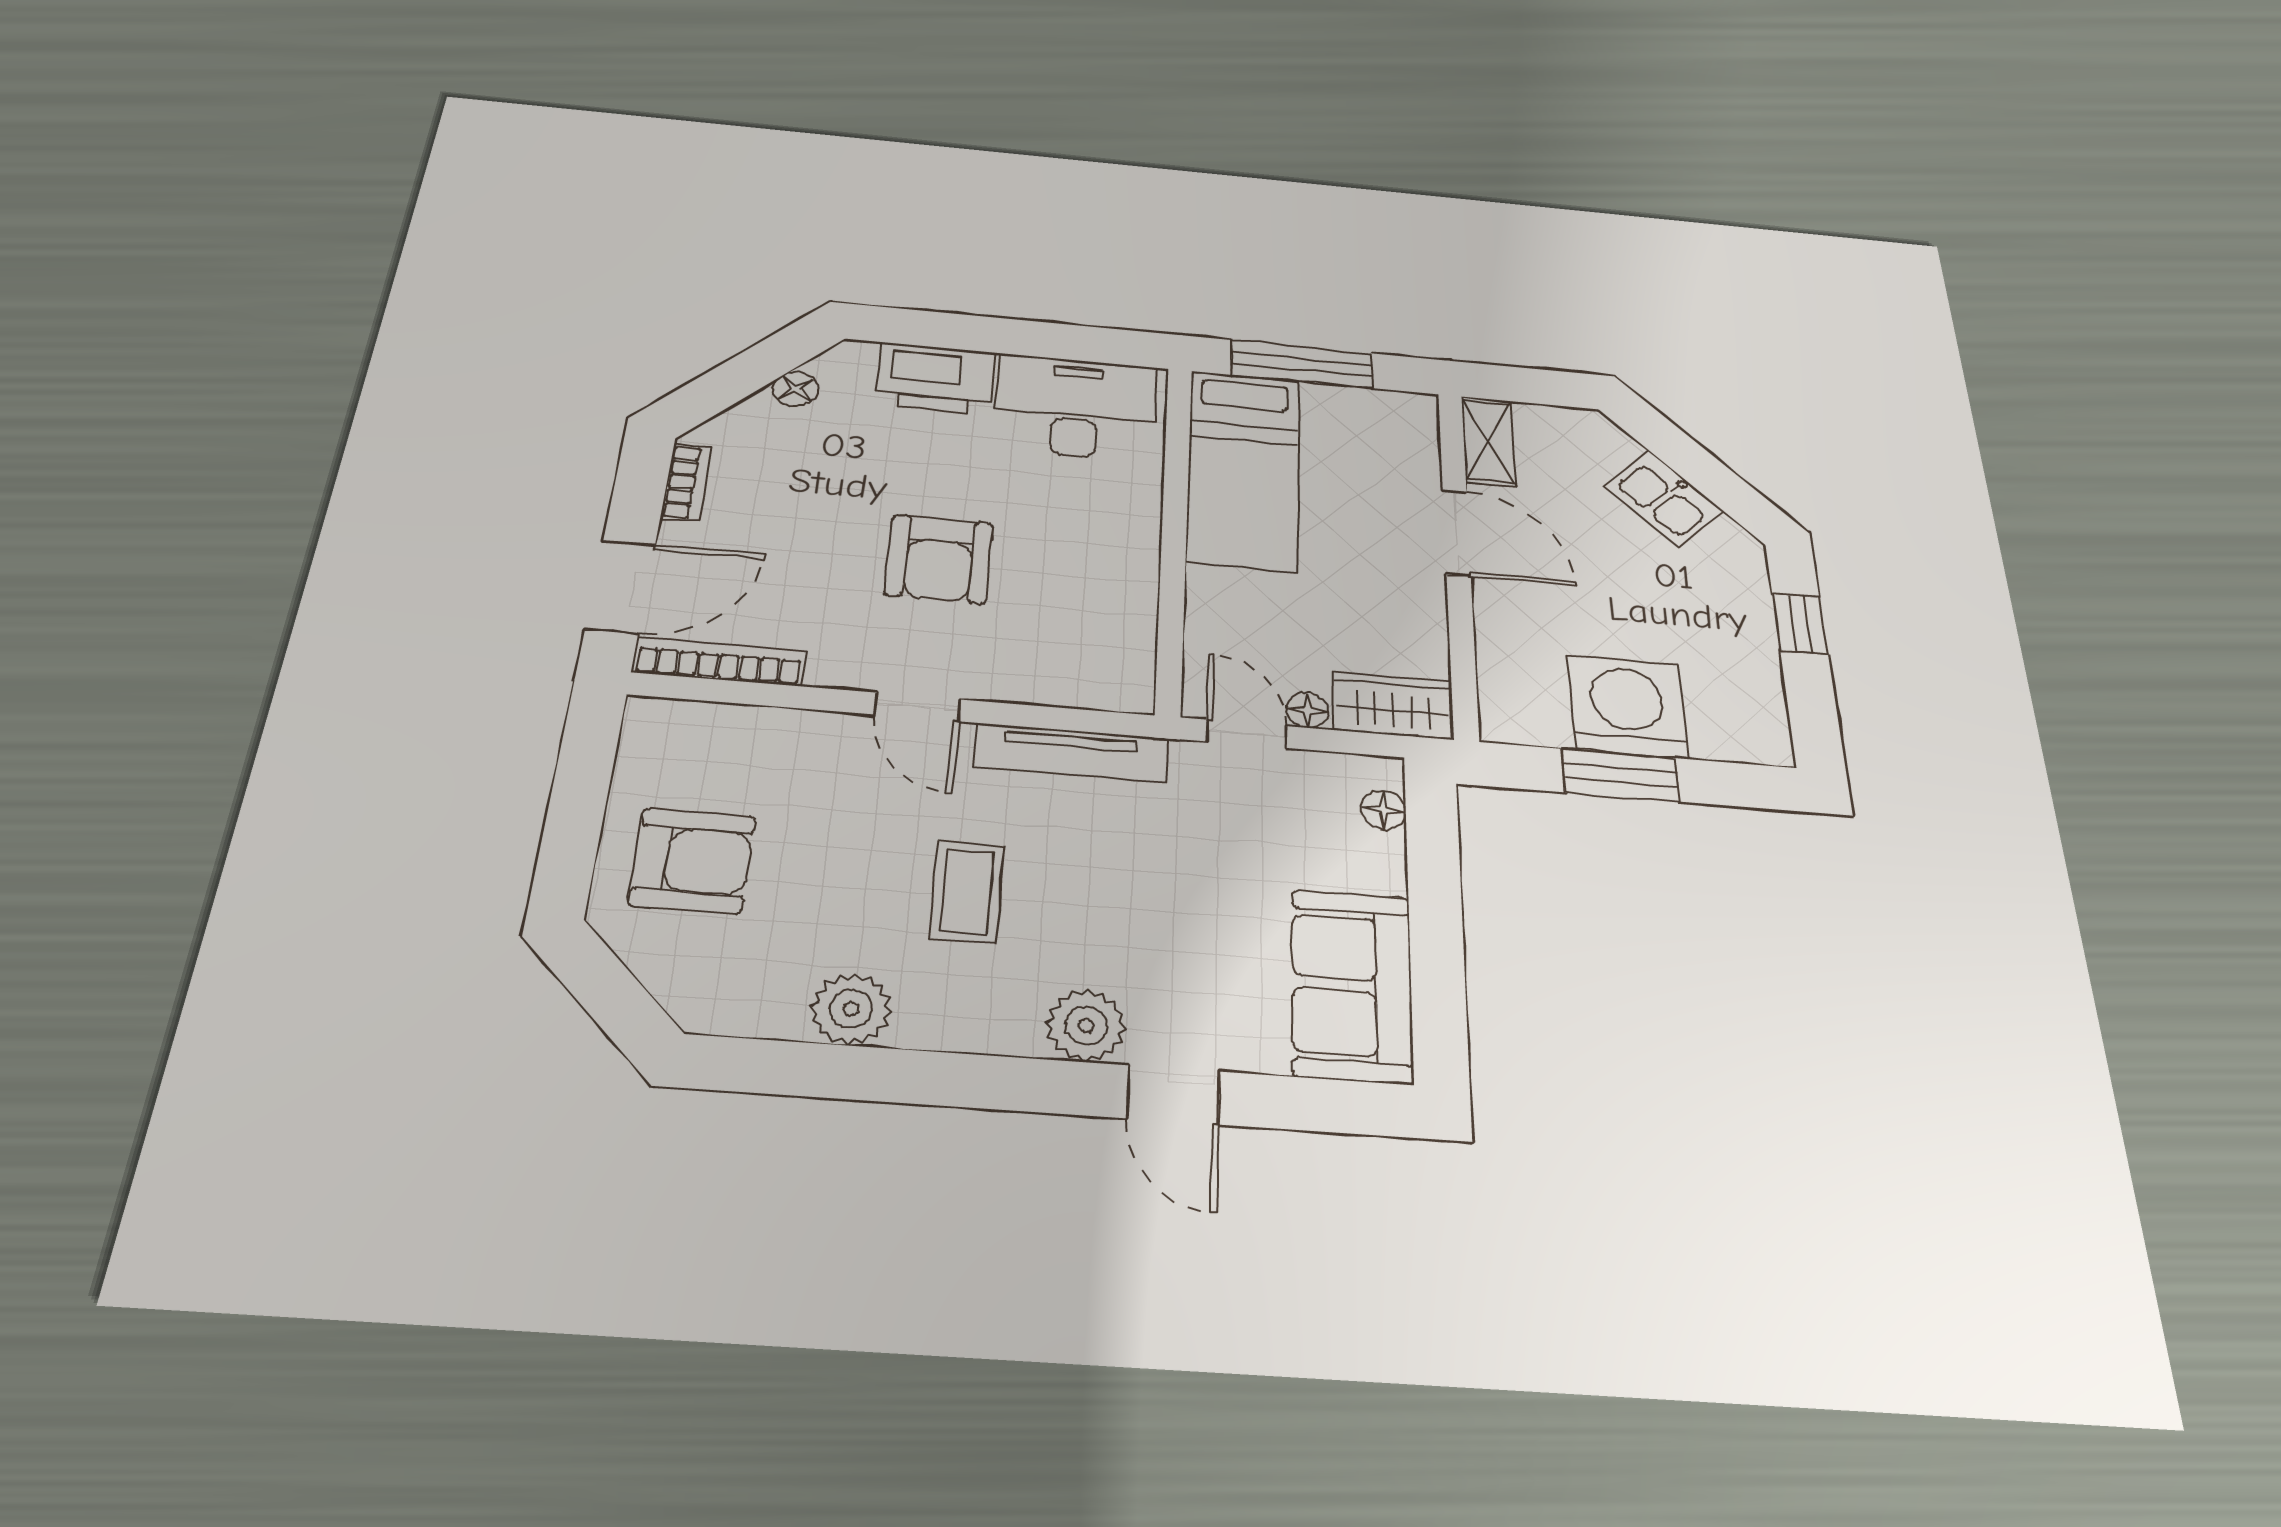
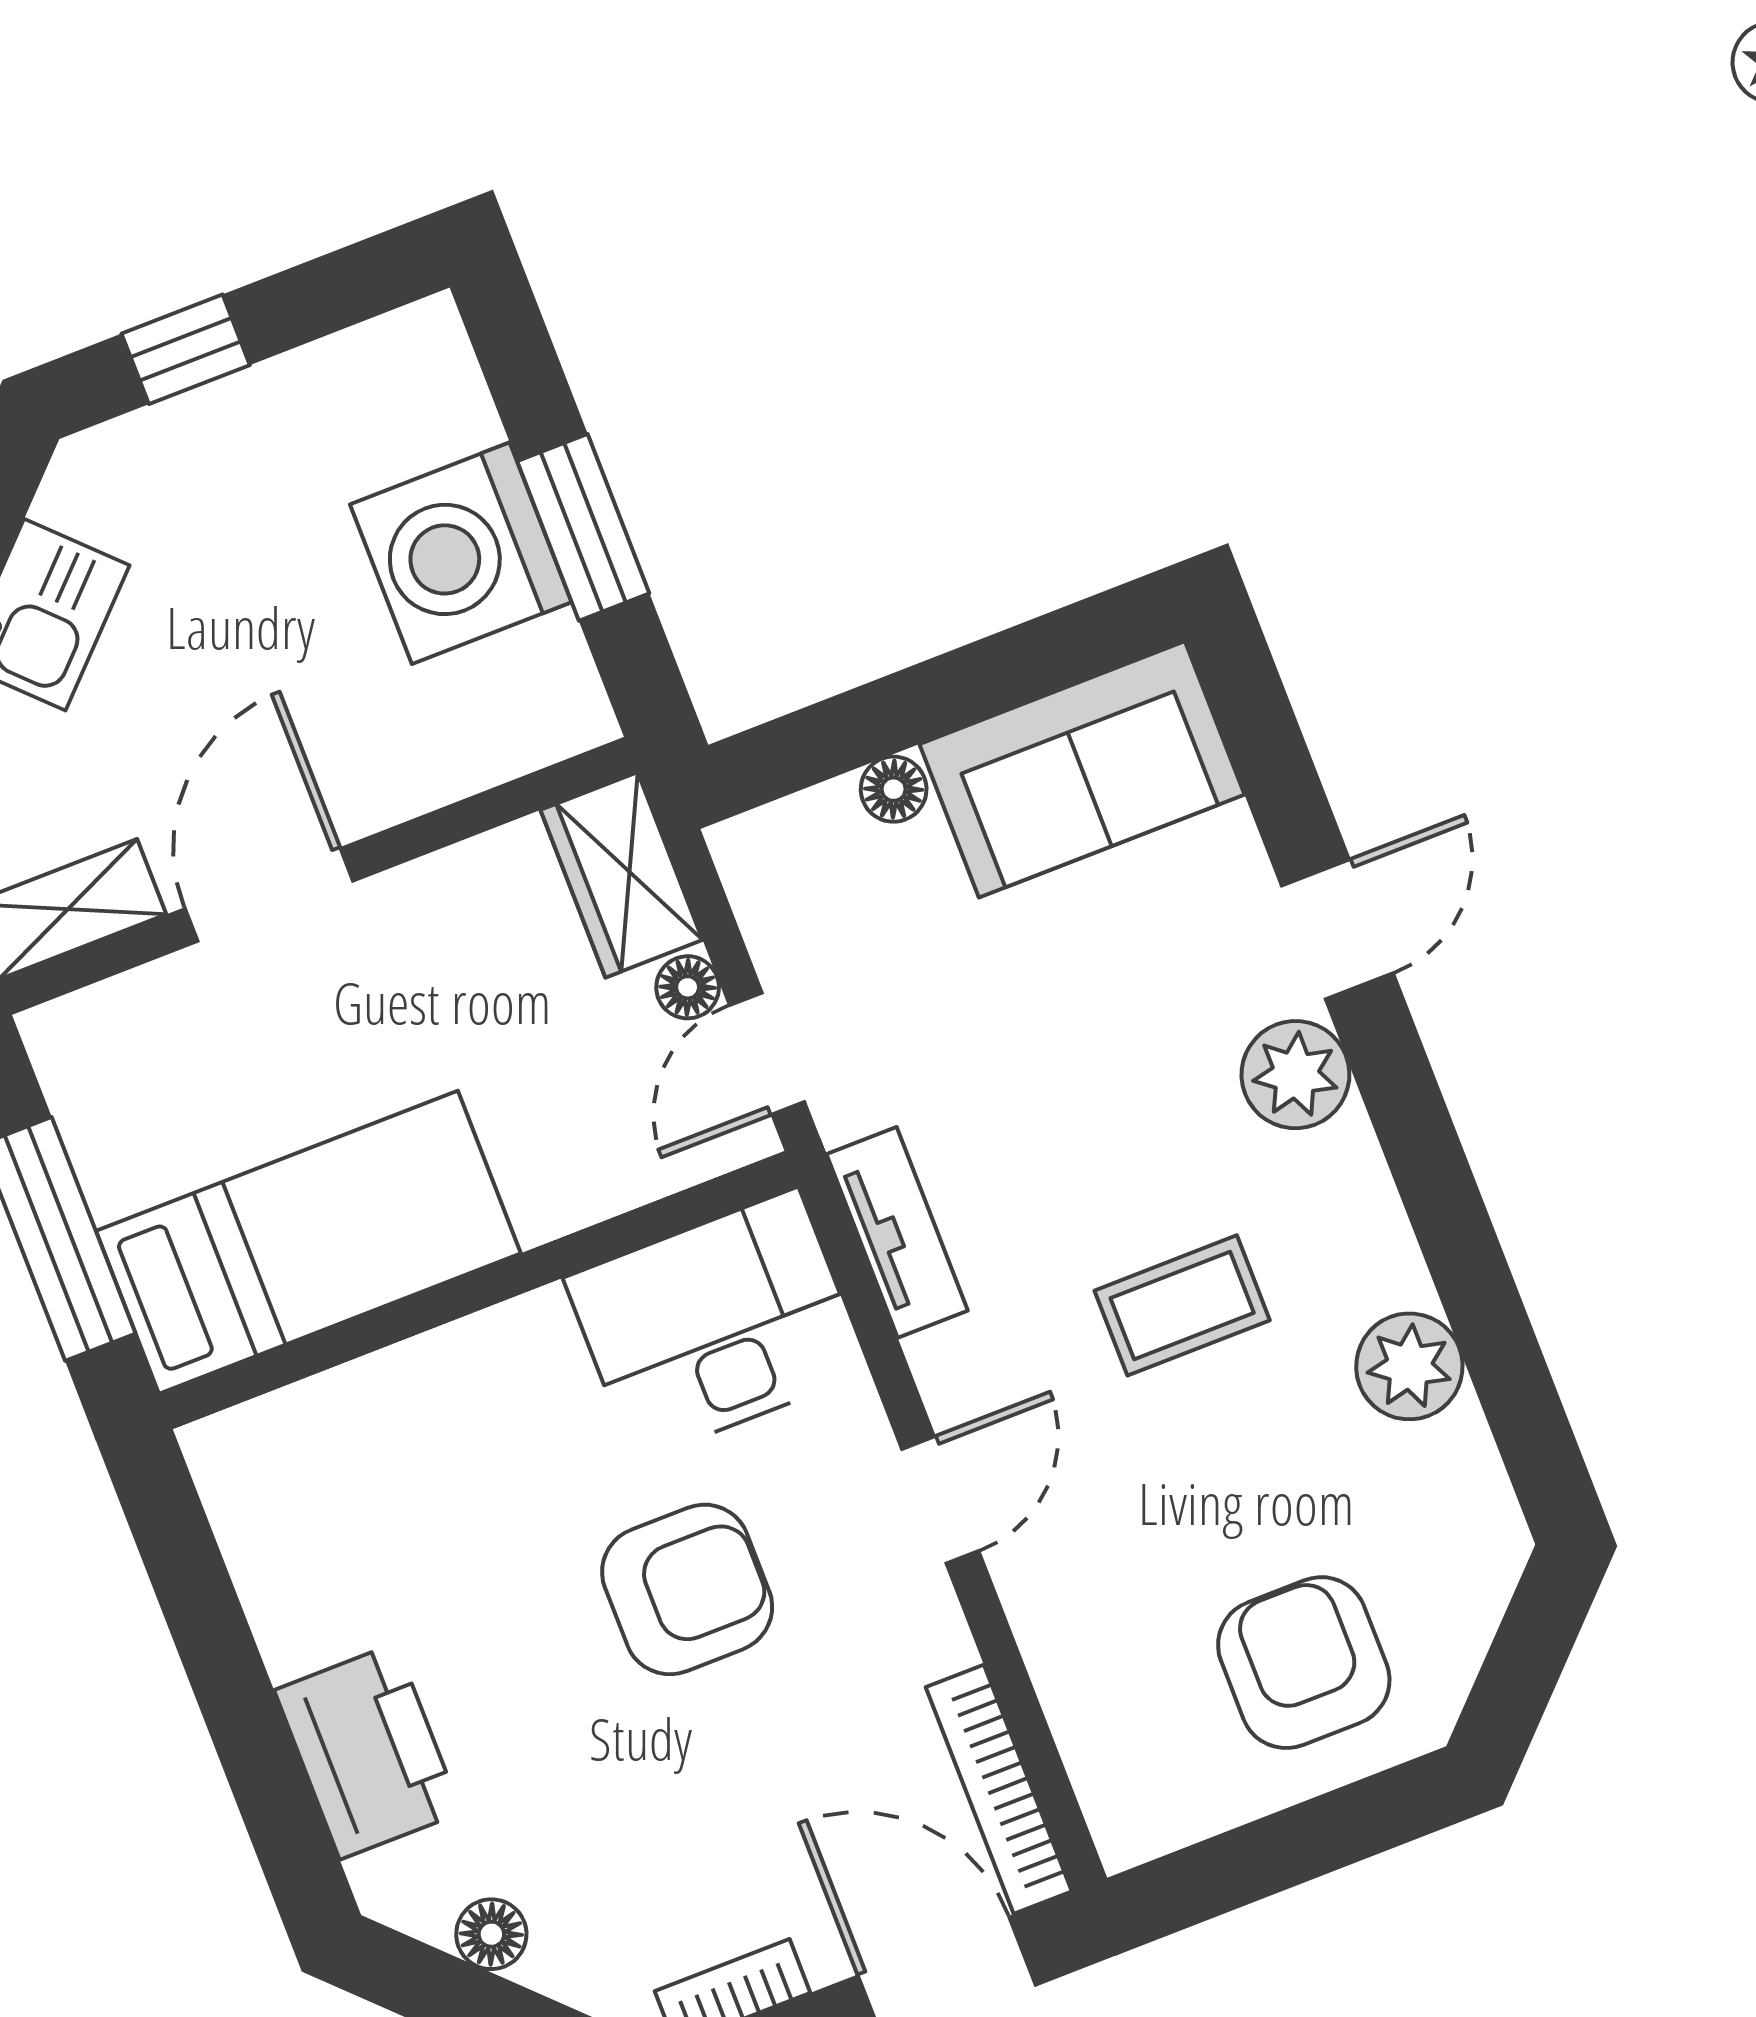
desk: (1075, 408) -> (716, 1325), moved, turned 90
tv unit: (1071, 753) -> (897, 1232), width x0.71
floor lamp: (1383, 810) -> (894, 789), moved

